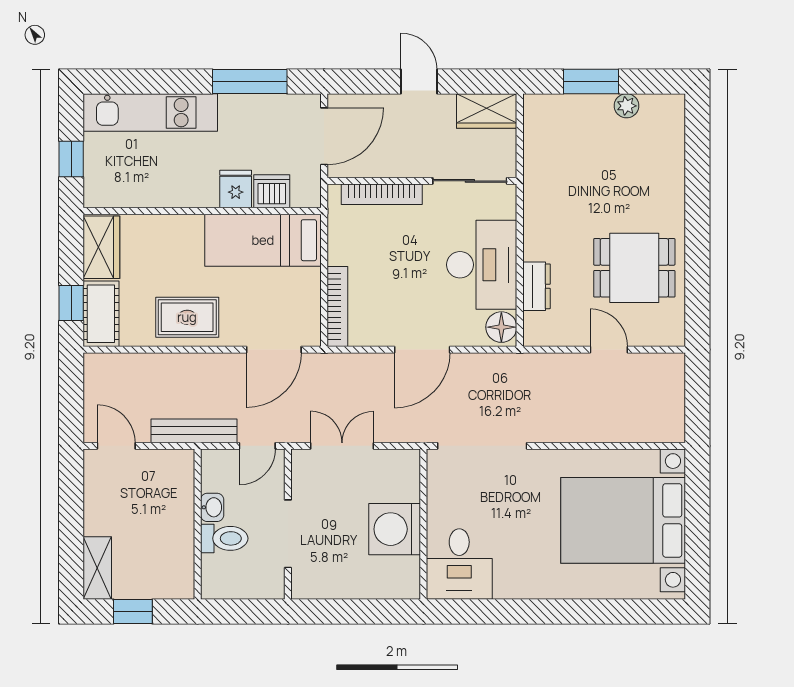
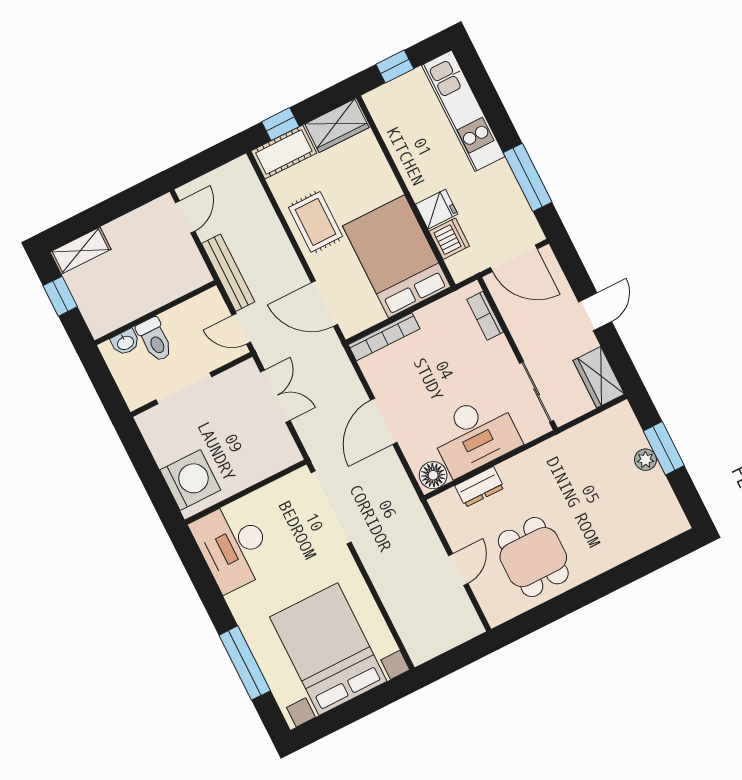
plant: (627, 106) -> (645, 460), moved
bookcase: (382, 194) -> (485, 316), width x0.64
bed: (263, 240) -> (397, 256), width x1.50
door: (422, 350) -> (384, 421), hinge flipped
washbasin: (212, 507) -> (125, 342), moved
washing machine: (395, 529) -> (190, 480), moved, turned 90
desk: (459, 564) -> (233, 546), width x1.37
window: (595, 611) -> (245, 663), added

